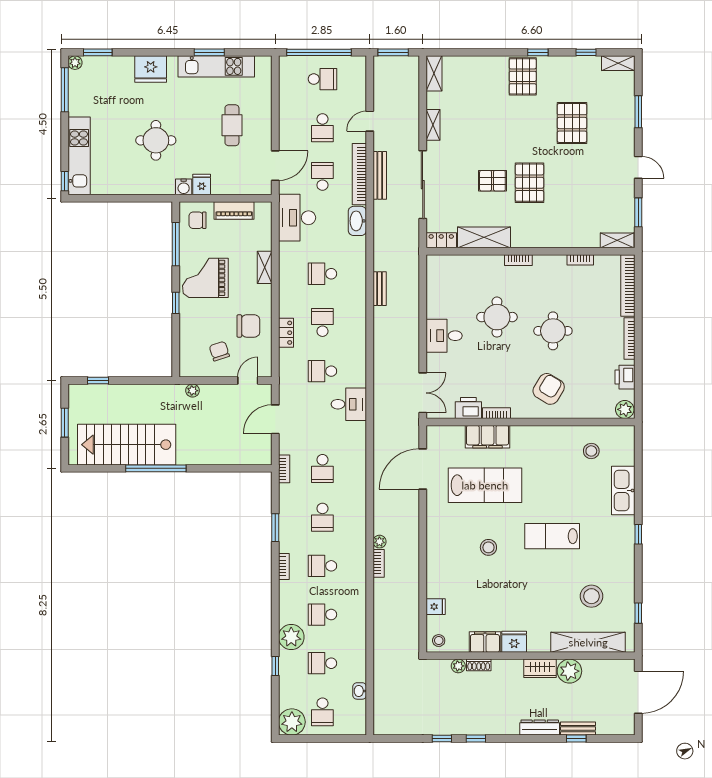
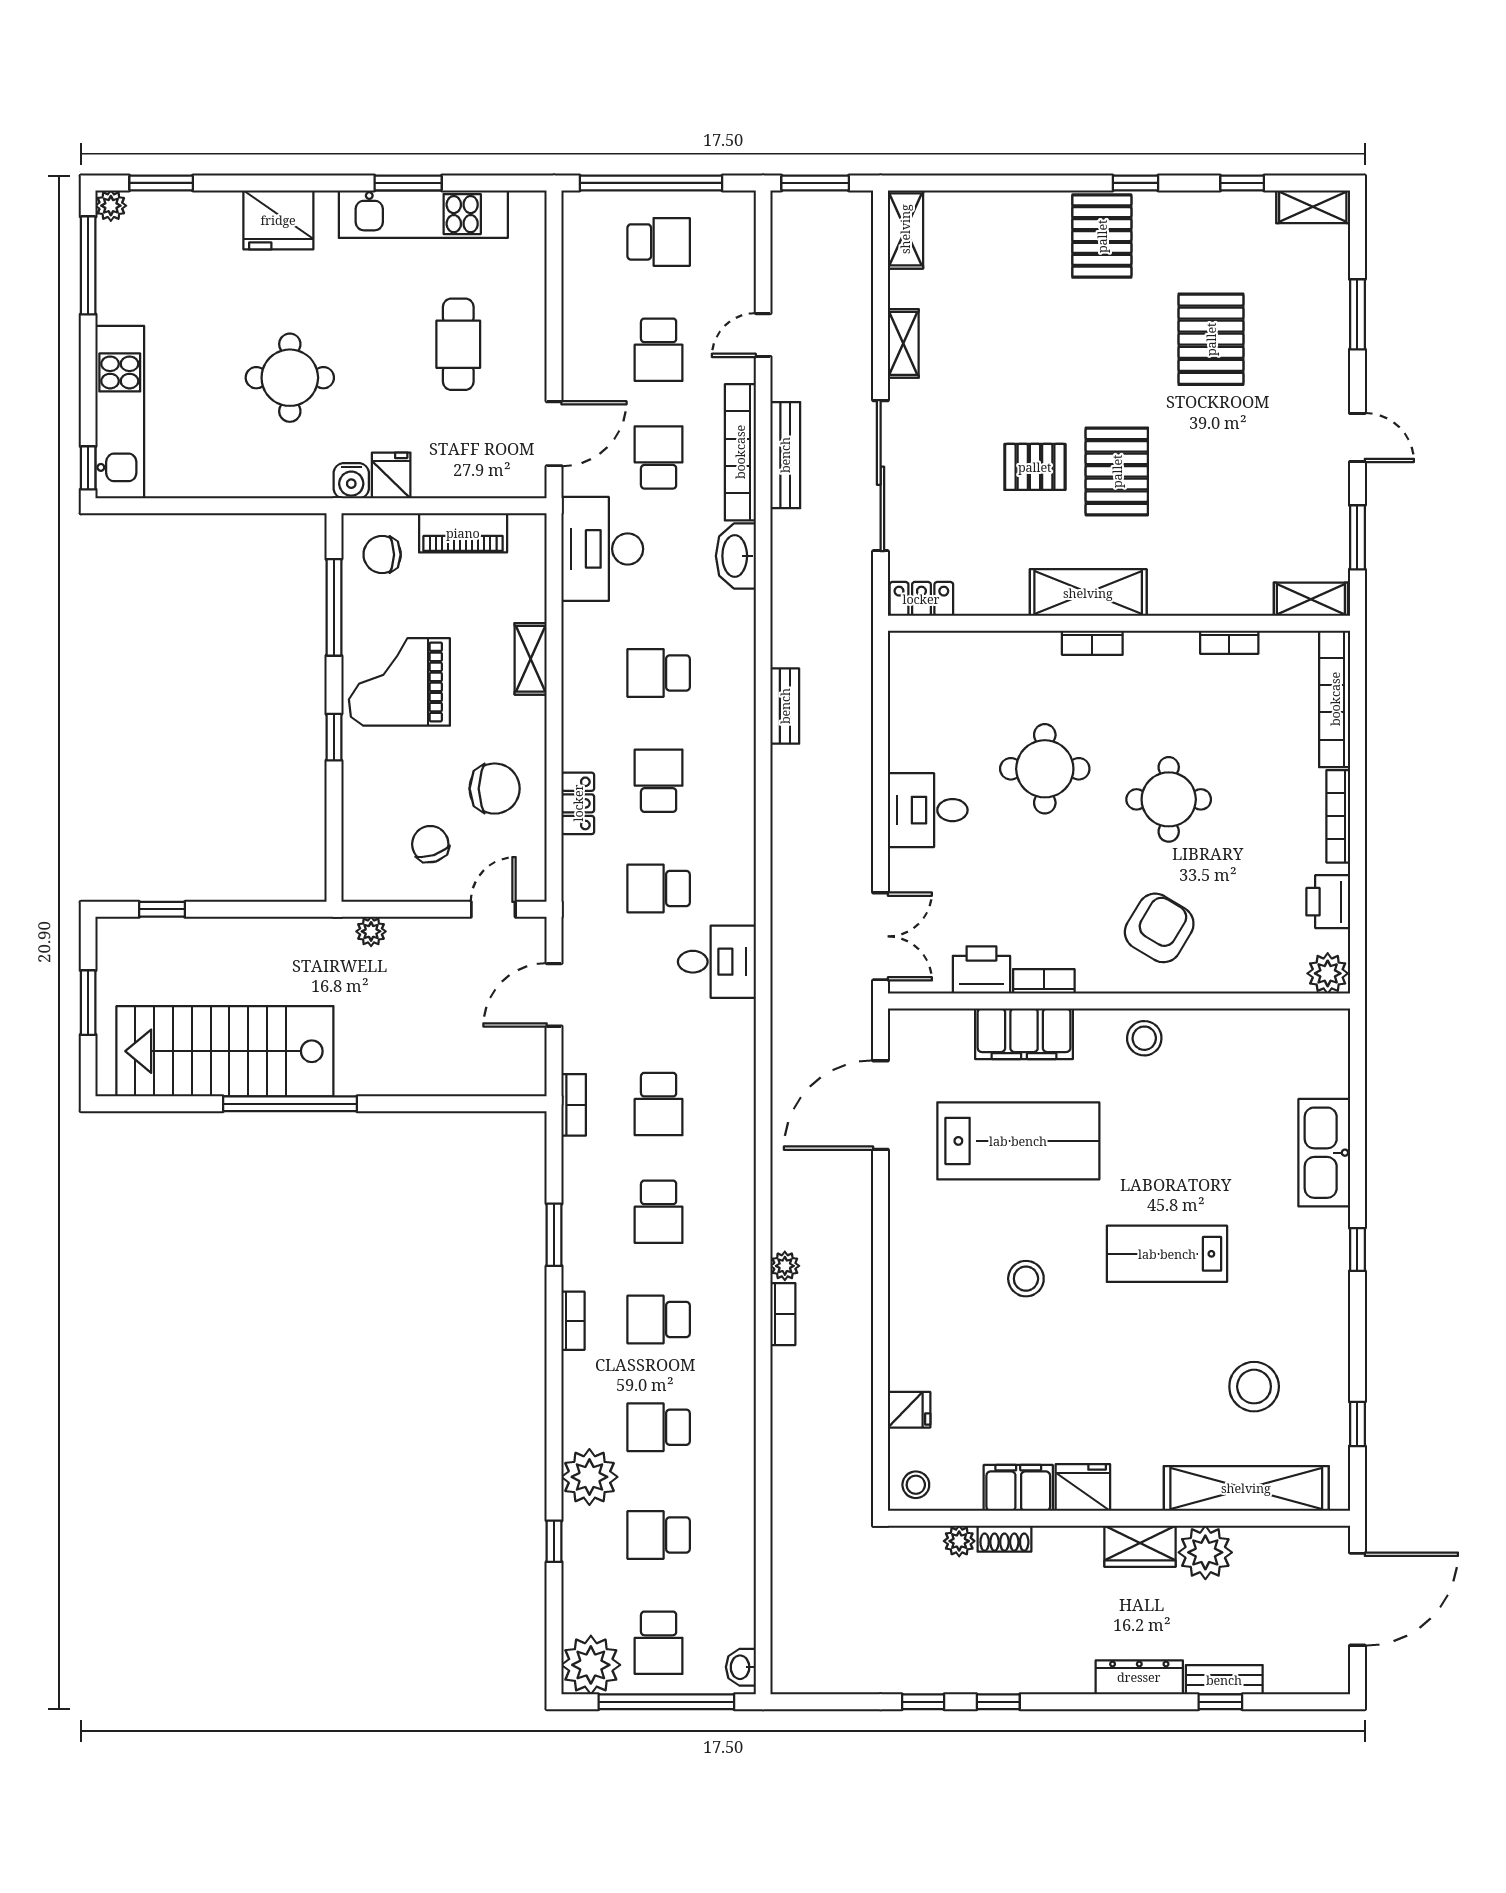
shelving: (484, 237) -> (1088, 593), moved
stool: (591, 451) -> (1144, 1038), moved
washbasin: (360, 691) -> (741, 1667), moved
window: (326, 739) -> (666, 1702), added

